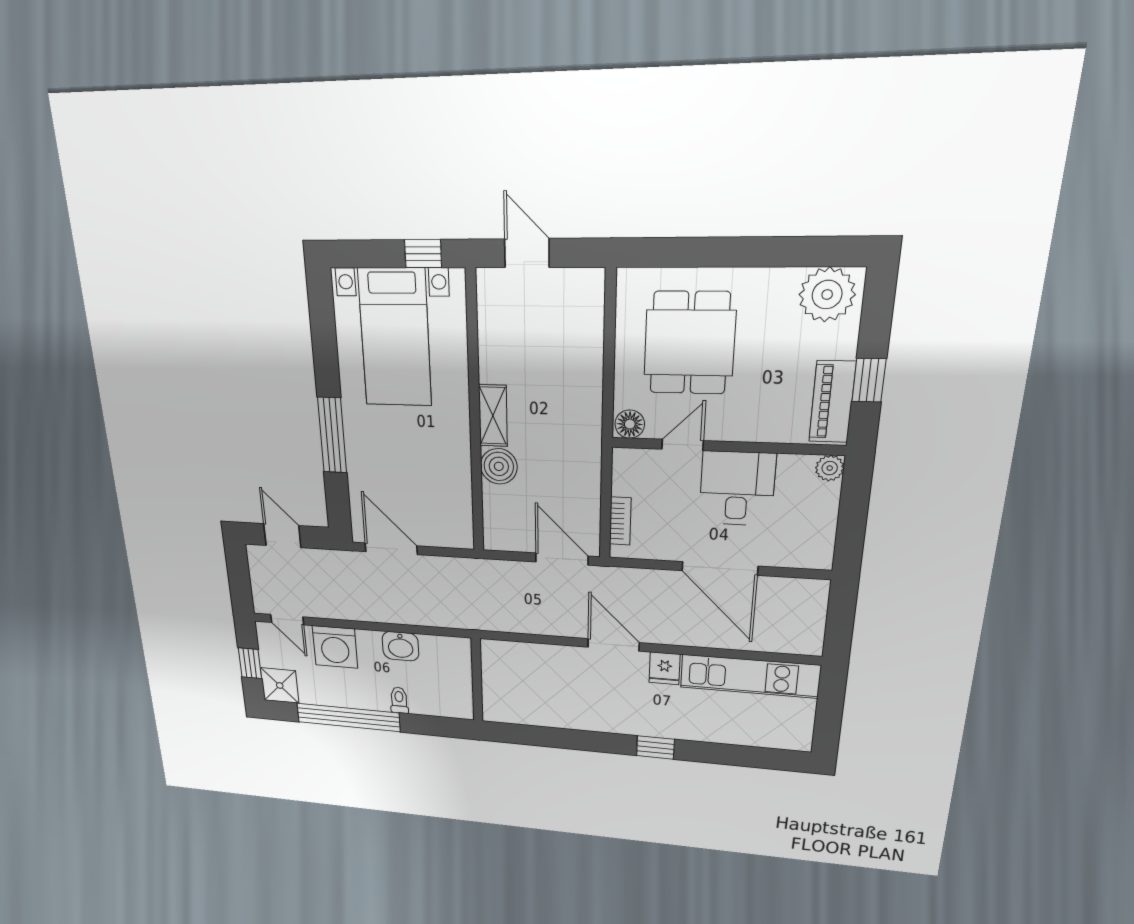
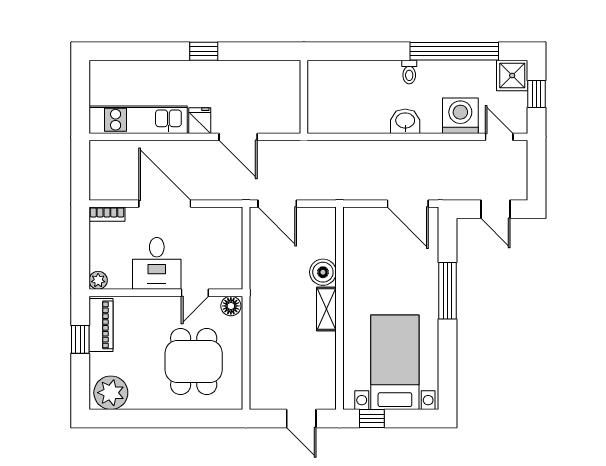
bookcase: (620, 521) -> (107, 214), moved, turned -90
wall: (477, 680) -> (304, 97), moved

